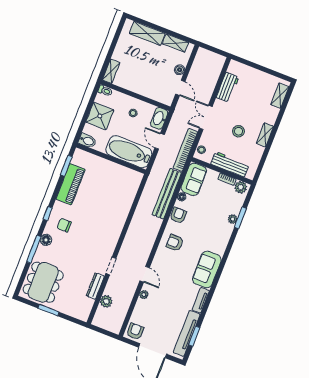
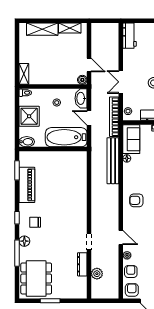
boiler: (180, 70) -> (82, 80), moved
workbench: (228, 87) -> (130, 36), moved
armchair: (178, 215) -> (131, 272), moved

